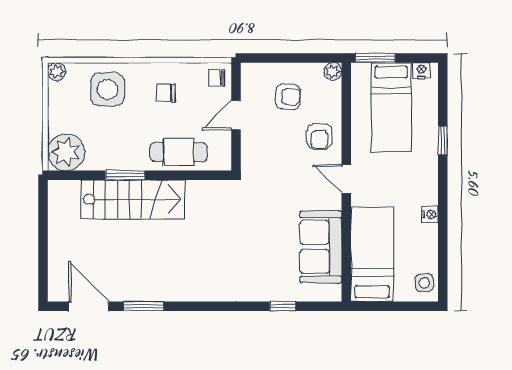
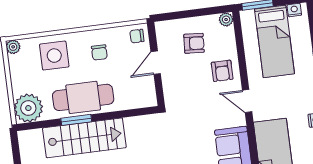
chair: (166, 93) -> (99, 52), turned -90
cafe table: (179, 152) -> (83, 97), moved, width x1.37, depth x1.35

